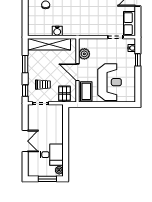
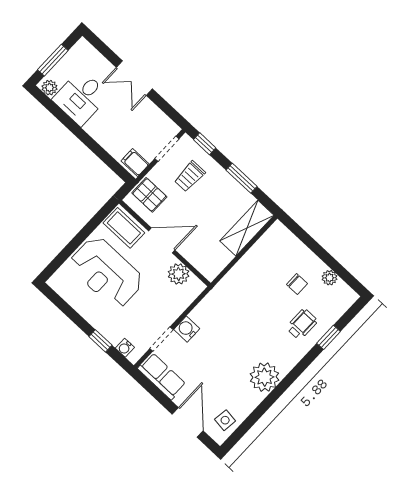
water cooler: (57, 31) -> (187, 329), moved
shelving: (49, 44) -> (247, 228), width x0.68
filing cabinet: (57, 111) -> (135, 162), added

